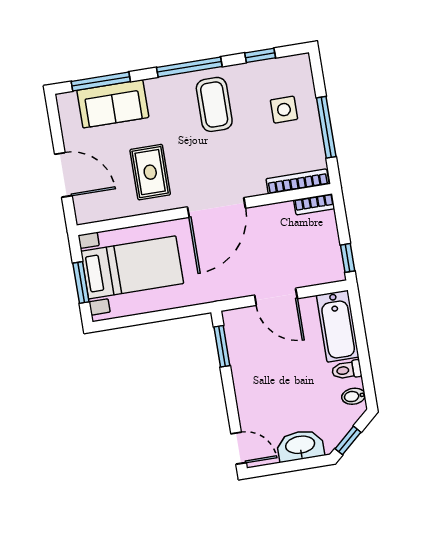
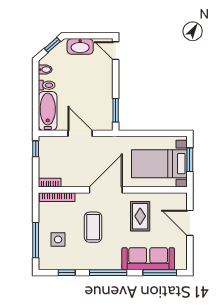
sofa: (113, 104) -> (148, 259), width x1.36
coffee table: (214, 104) -> (93, 227), moved
window: (326, 127) -> (36, 240), moved

